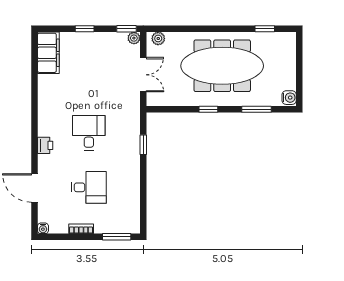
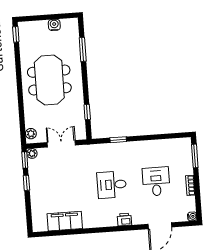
window: (85, 29) -> (26, 183), moved
window: (265, 29) -> (16, 34), moved
filing cabinet: (48, 53) -> (65, 221), moved
meeting table: (222, 66) -> (49, 80), width x0.73
water cooler: (289, 98) -> (54, 25), moved
window: (208, 109) -> (87, 112), moved

